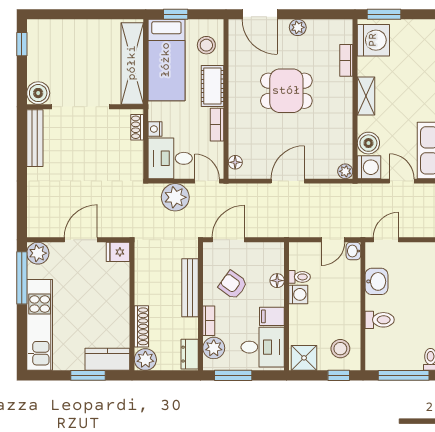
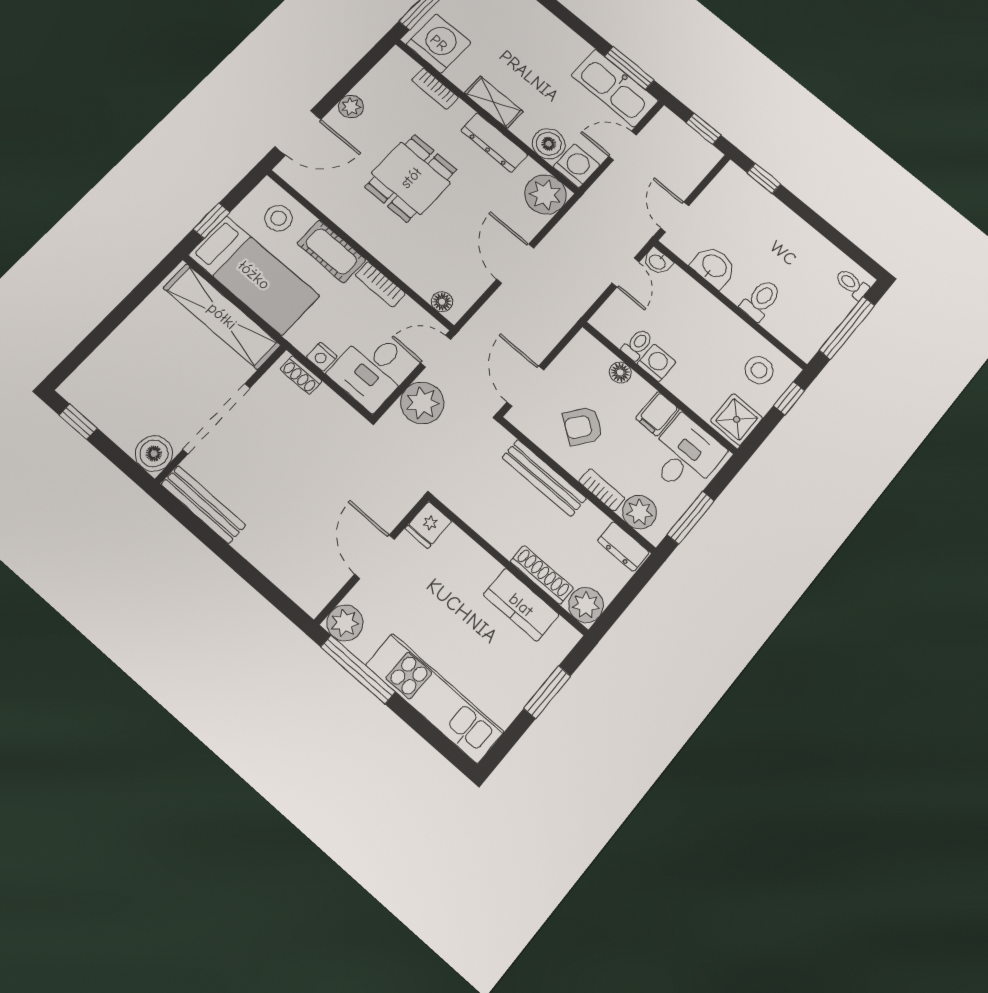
dresser: (344, 115) -> (494, 143), added
plant: (345, 171) -> (545, 195), width x1.87, depth x1.87
kitchen counter: (107, 359) -> (521, 605), moved, turned -90

